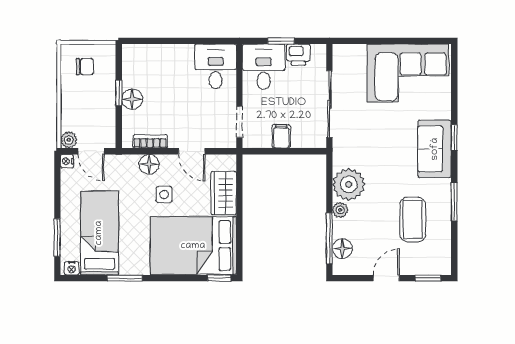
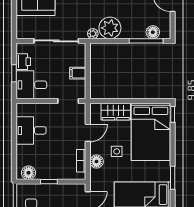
desk: (216, 66) -> (31, 130), moved
floor lamp: (132, 99) -> (29, 173), moved
plant: (340, 210) -> (93, 34), moved

